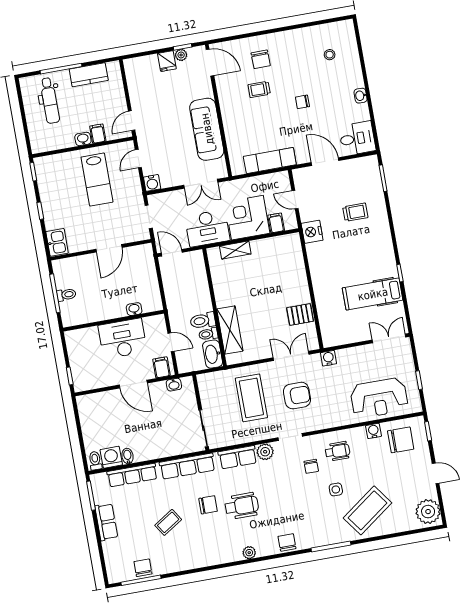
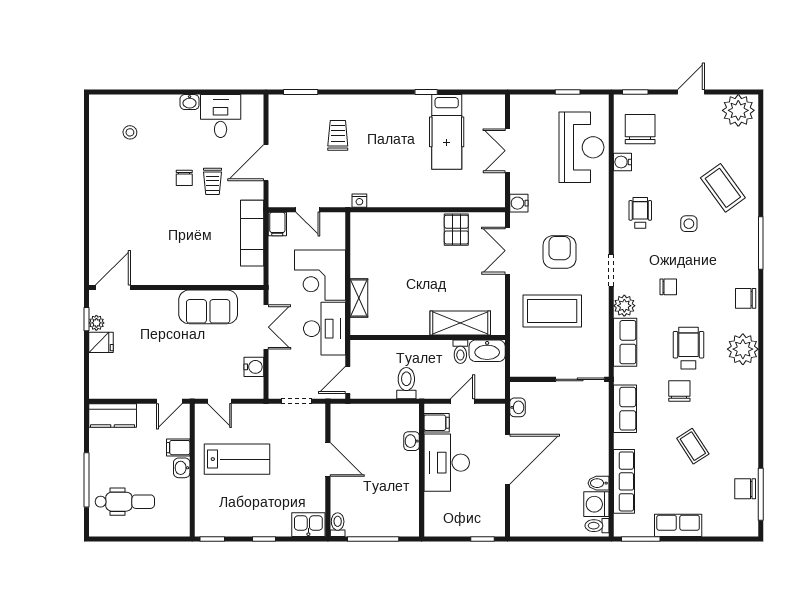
chair: (261, 59) -> (120, 222), removed
kitchen counter: (89, 75) -> (113, 416), moved, turned 90
trolley: (259, 89) -> (212, 181), moved
door: (132, 121) -> (169, 401), hinge flipped
sofa: (207, 129) -> (208, 307), width x0.73
desk: (357, 138) -> (221, 116), moved
water cooler: (152, 183) -> (254, 367), moved
door: (295, 200) -> (308, 210), hinge flipped
filing cabinet: (276, 223) -> (277, 224), moved, turned -90
nightstand: (312, 232) -> (359, 201), width x0.53, depth x0.56
toilet: (66, 295) -> (338, 525), moved
toilet: (203, 321) -> (406, 383), moved, turned 180
double door: (389, 338) -> (507, 151), moved
filing cabinet: (161, 367) -> (437, 423), moved, turned 180
door: (133, 384) -> (507, 459), width x1.36
row of seats: (187, 466) -> (625, 409), width x0.68
chair: (311, 466) -> (668, 287), moved
coffee table: (367, 510) -> (723, 188), width x0.73, depth x0.76
plant: (249, 553) -> (743, 349), width x1.87, depth x1.87

